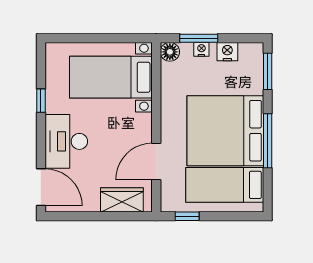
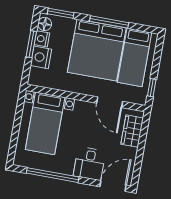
window: (199, 38) -> (31, 44), moved
nightstand: (201, 49) -> (41, 57), width x1.89, depth x1.79
floor lamp: (170, 52) -> (45, 24), moved
window: (41, 101) -> (53, 175), width x3.17
desk: (66, 141) -> (89, 164), width x0.73

